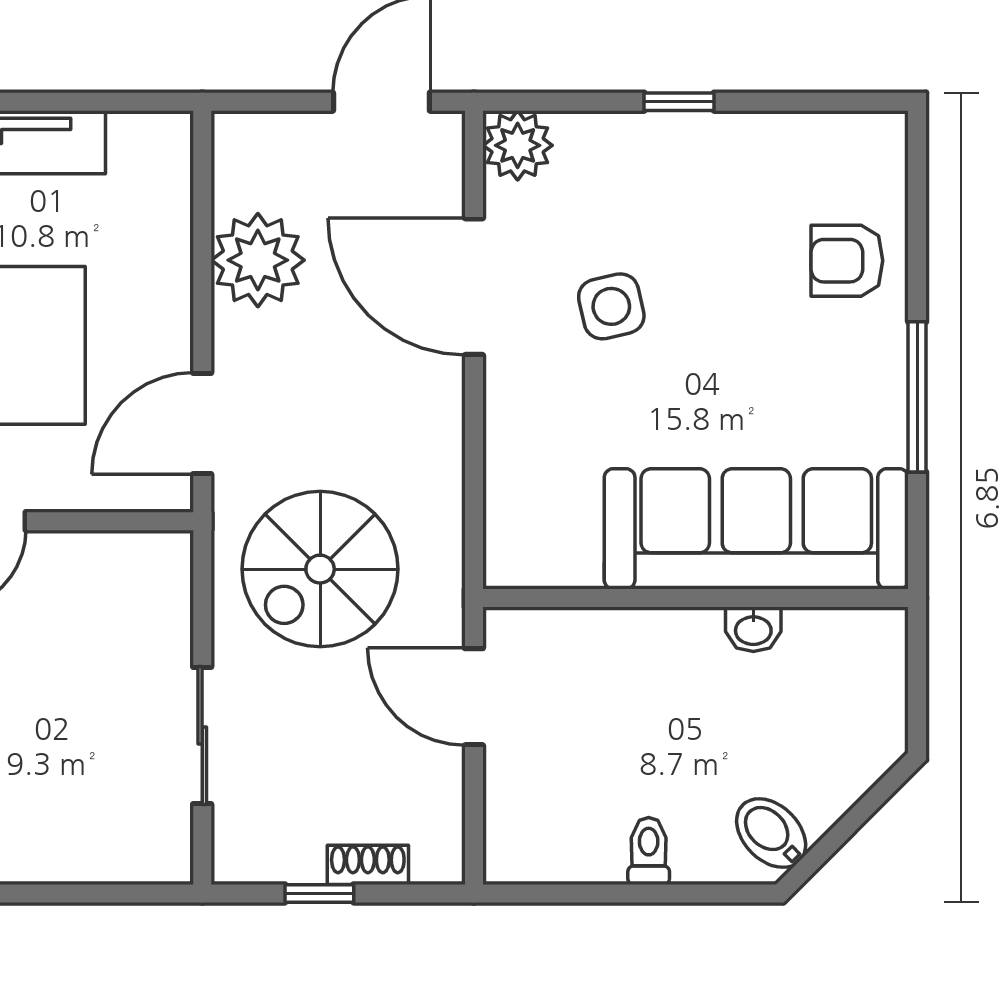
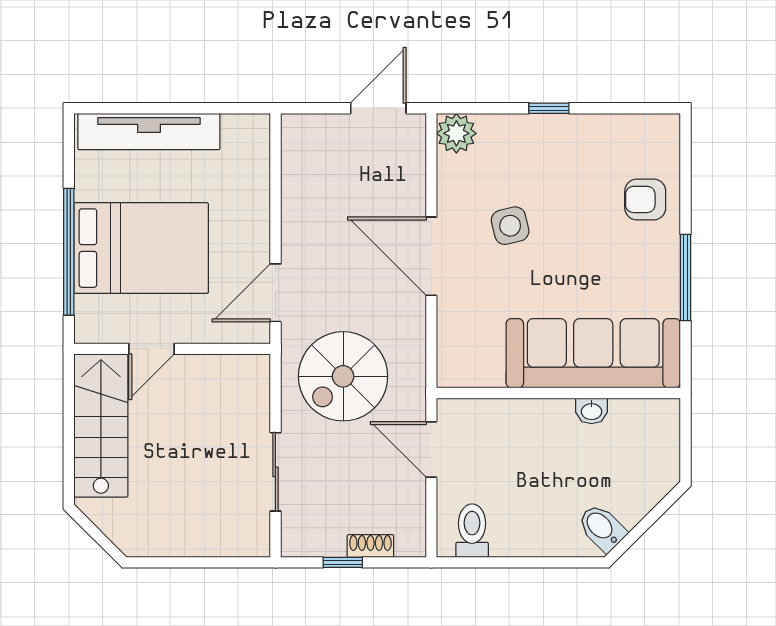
plant: (258, 260) -> (307, 199), removed
door: (474, 287) -> (431, 256), moved
toilet: (649, 851) -> (472, 531), moved, width x1.37, depth x1.39

